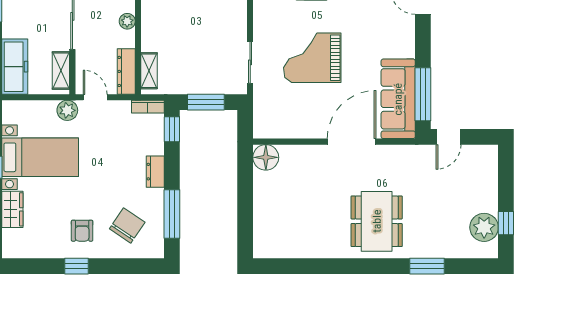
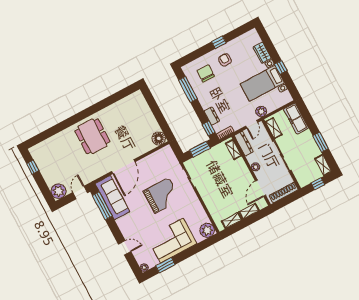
door: (95, 97) -> (252, 124), hinge flipped
dresser: (155, 172) -> (212, 116), moved
chair: (127, 225) -> (206, 73), turned 147
plant: (484, 227) -> (58, 191), moved
window: (427, 266) -> (58, 128), removed

